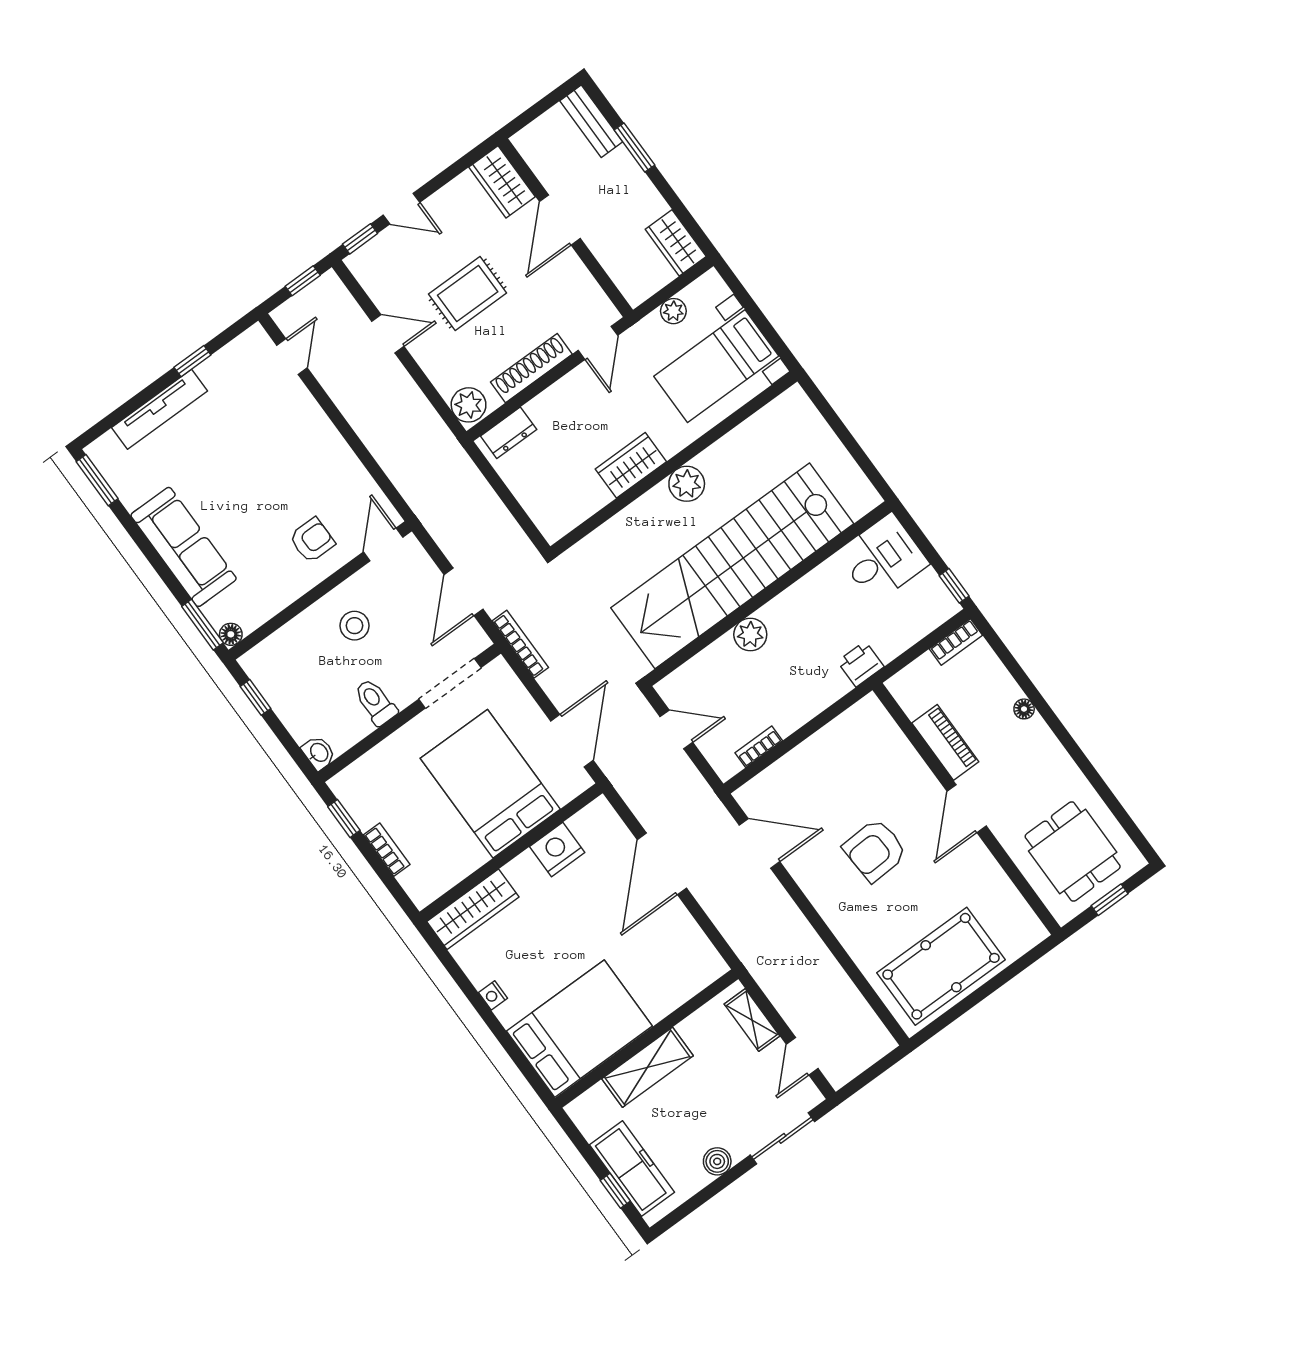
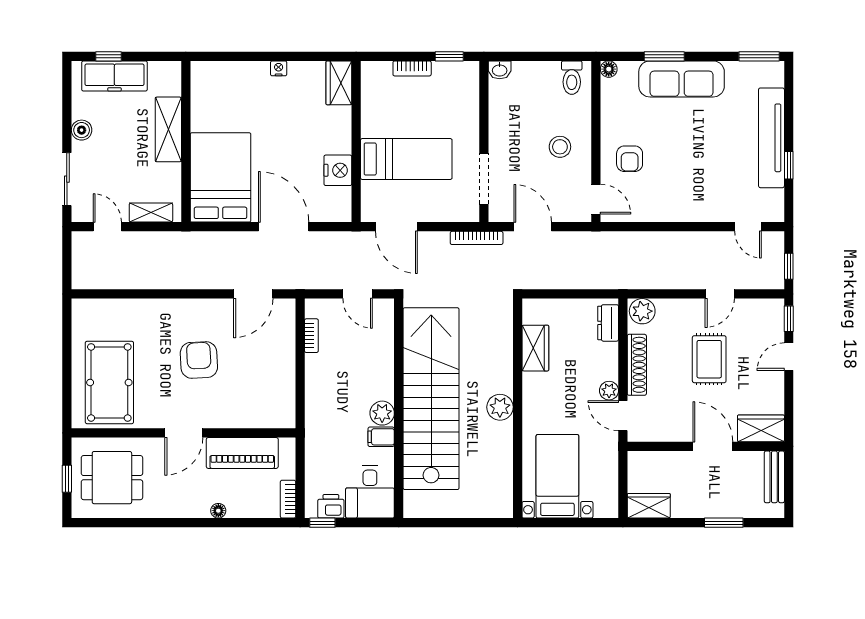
bench: (591, 121) -> (774, 477), moved, turned 90
plant: (673, 311) -> (609, 391), moved
tv unit: (159, 409) -> (771, 138), width x1.36, depth x1.29
wardrobe: (631, 465) -> (535, 348), moved
filing cabinet: (814, 590) -> (381, 437), added
window: (202, 625) -> (664, 56), moved
plant: (750, 634) -> (382, 413), moved
printer: (861, 664) -> (331, 506), moved, turned -90
window: (256, 697) -> (560, 56), removed
toilet: (375, 702) -> (572, 78), moved, turned 90
door: (676, 730) -> (358, 294), hinge flipped
piano: (945, 742) -> (242, 453), width x1.37, depth x1.33
bed: (490, 784) -> (406, 159), width x0.67
door: (967, 809) -> (184, 433), swing flipped
wardrobe: (473, 909) -> (339, 83), width x0.67
pool table: (941, 966) -> (109, 382), moved
bed: (579, 1029) -> (220, 177), moved, turned 180

